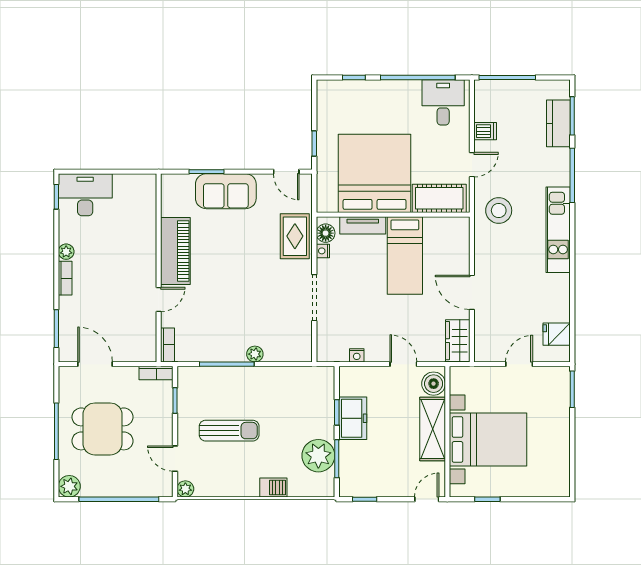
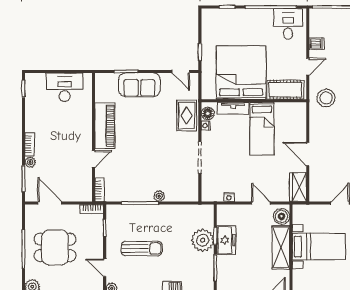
desk: (85, 195) -> (65, 87), moved
plant: (66, 252) -> (30, 162), moved
bed with nightstands: (488, 439) -> (319, 247), width x0.73
plant: (318, 456) -> (203, 240), moved

